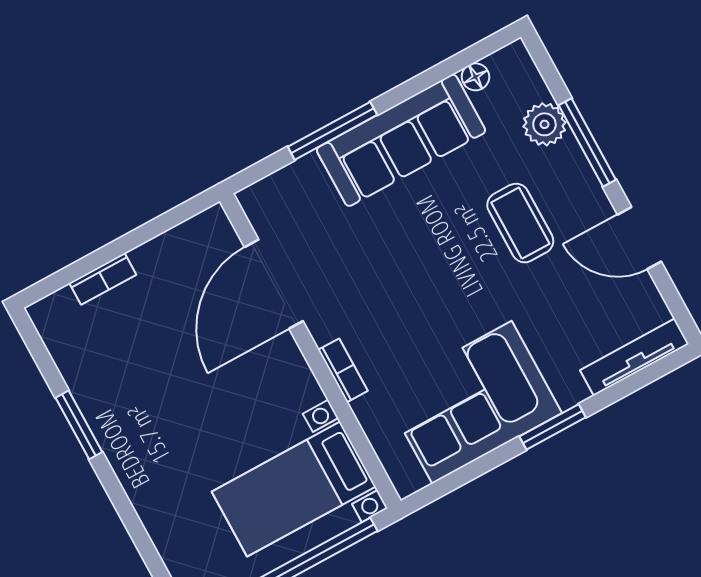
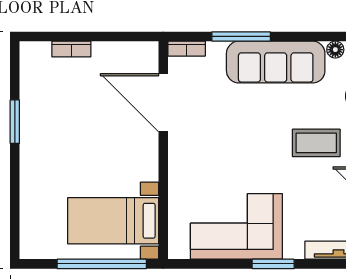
coffee table: (520, 223) -> (316, 143), turned 90
door: (274, 284) -> (163, 103), hinge flipped
bookcase: (343, 370) -> (187, 49), moved, turned 90

